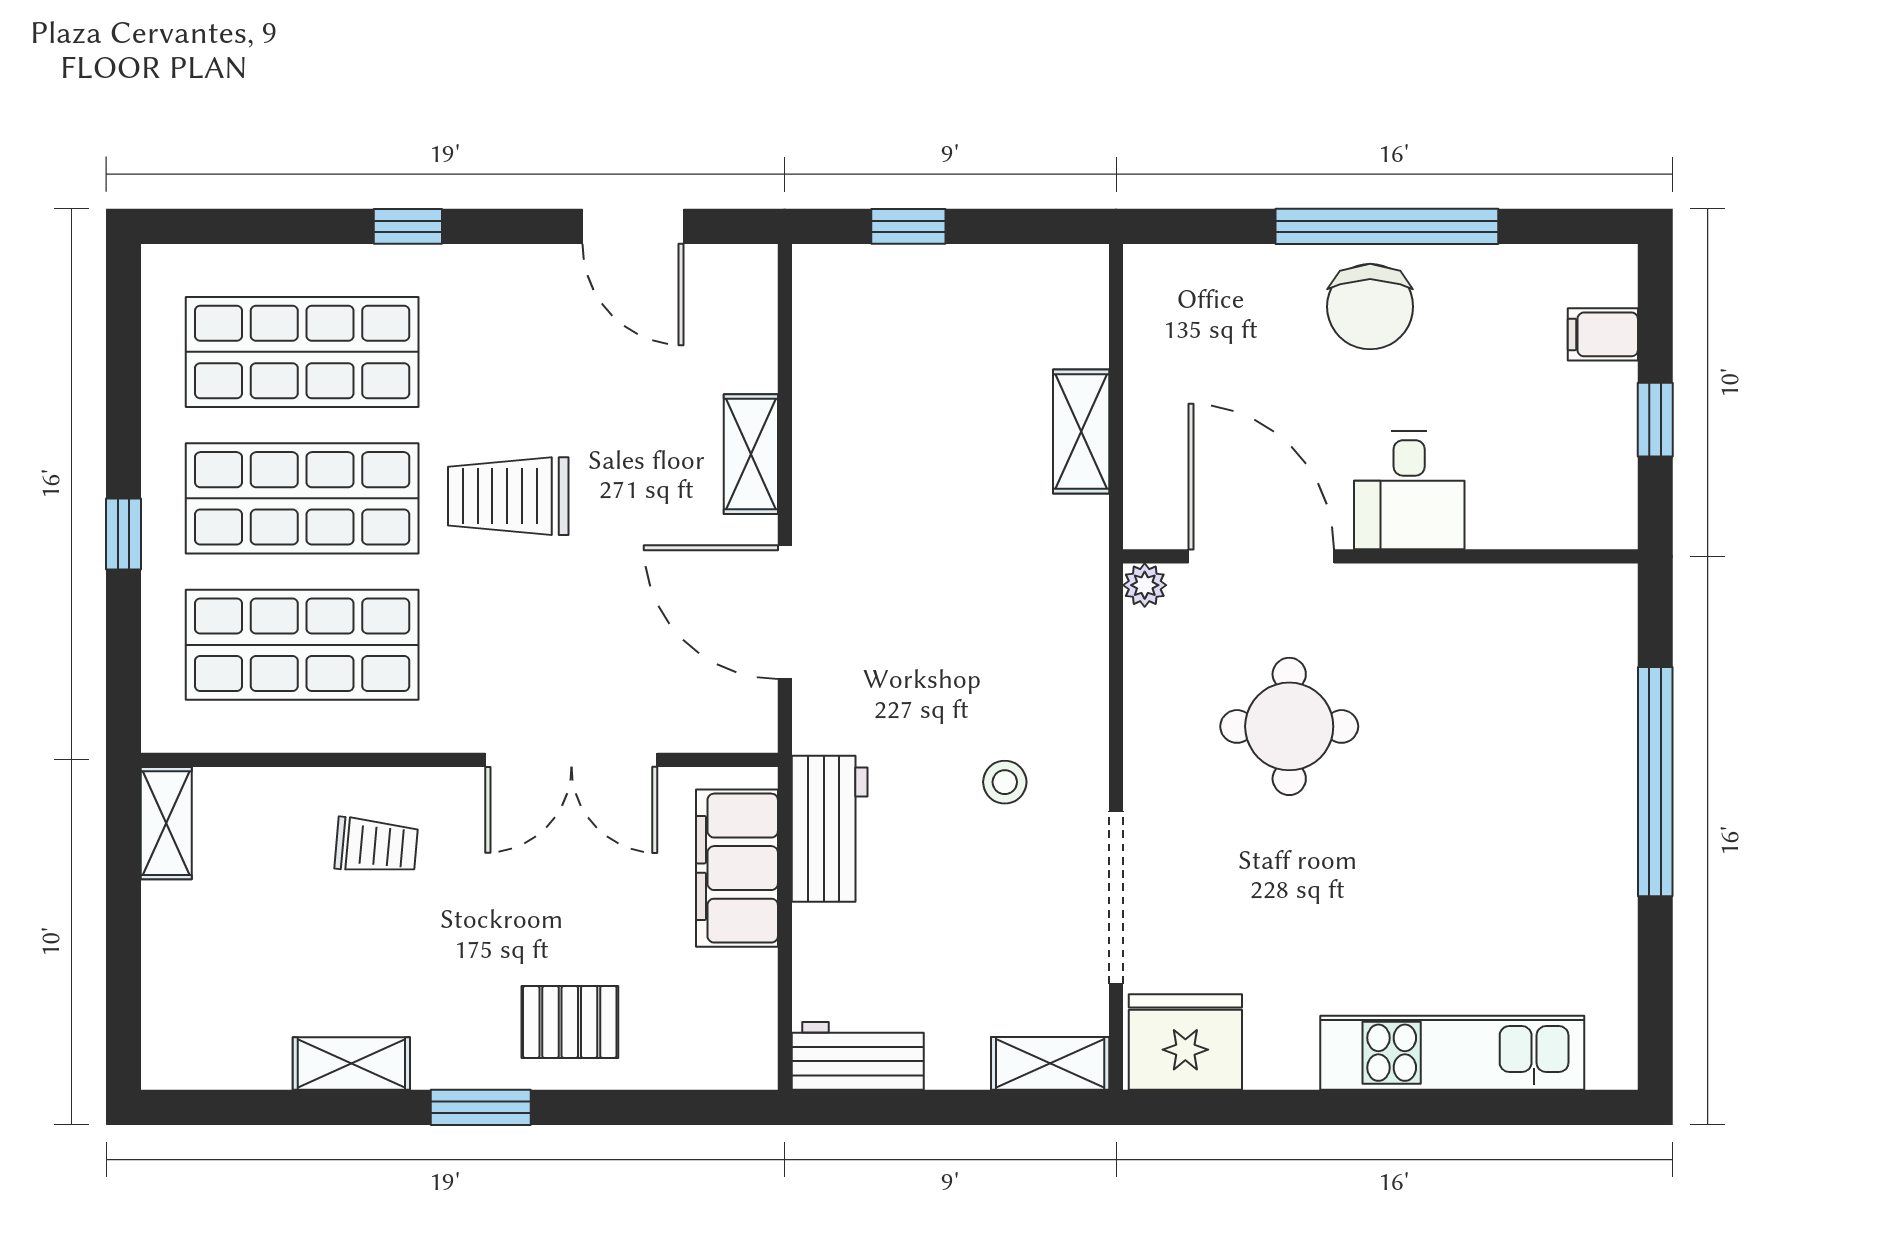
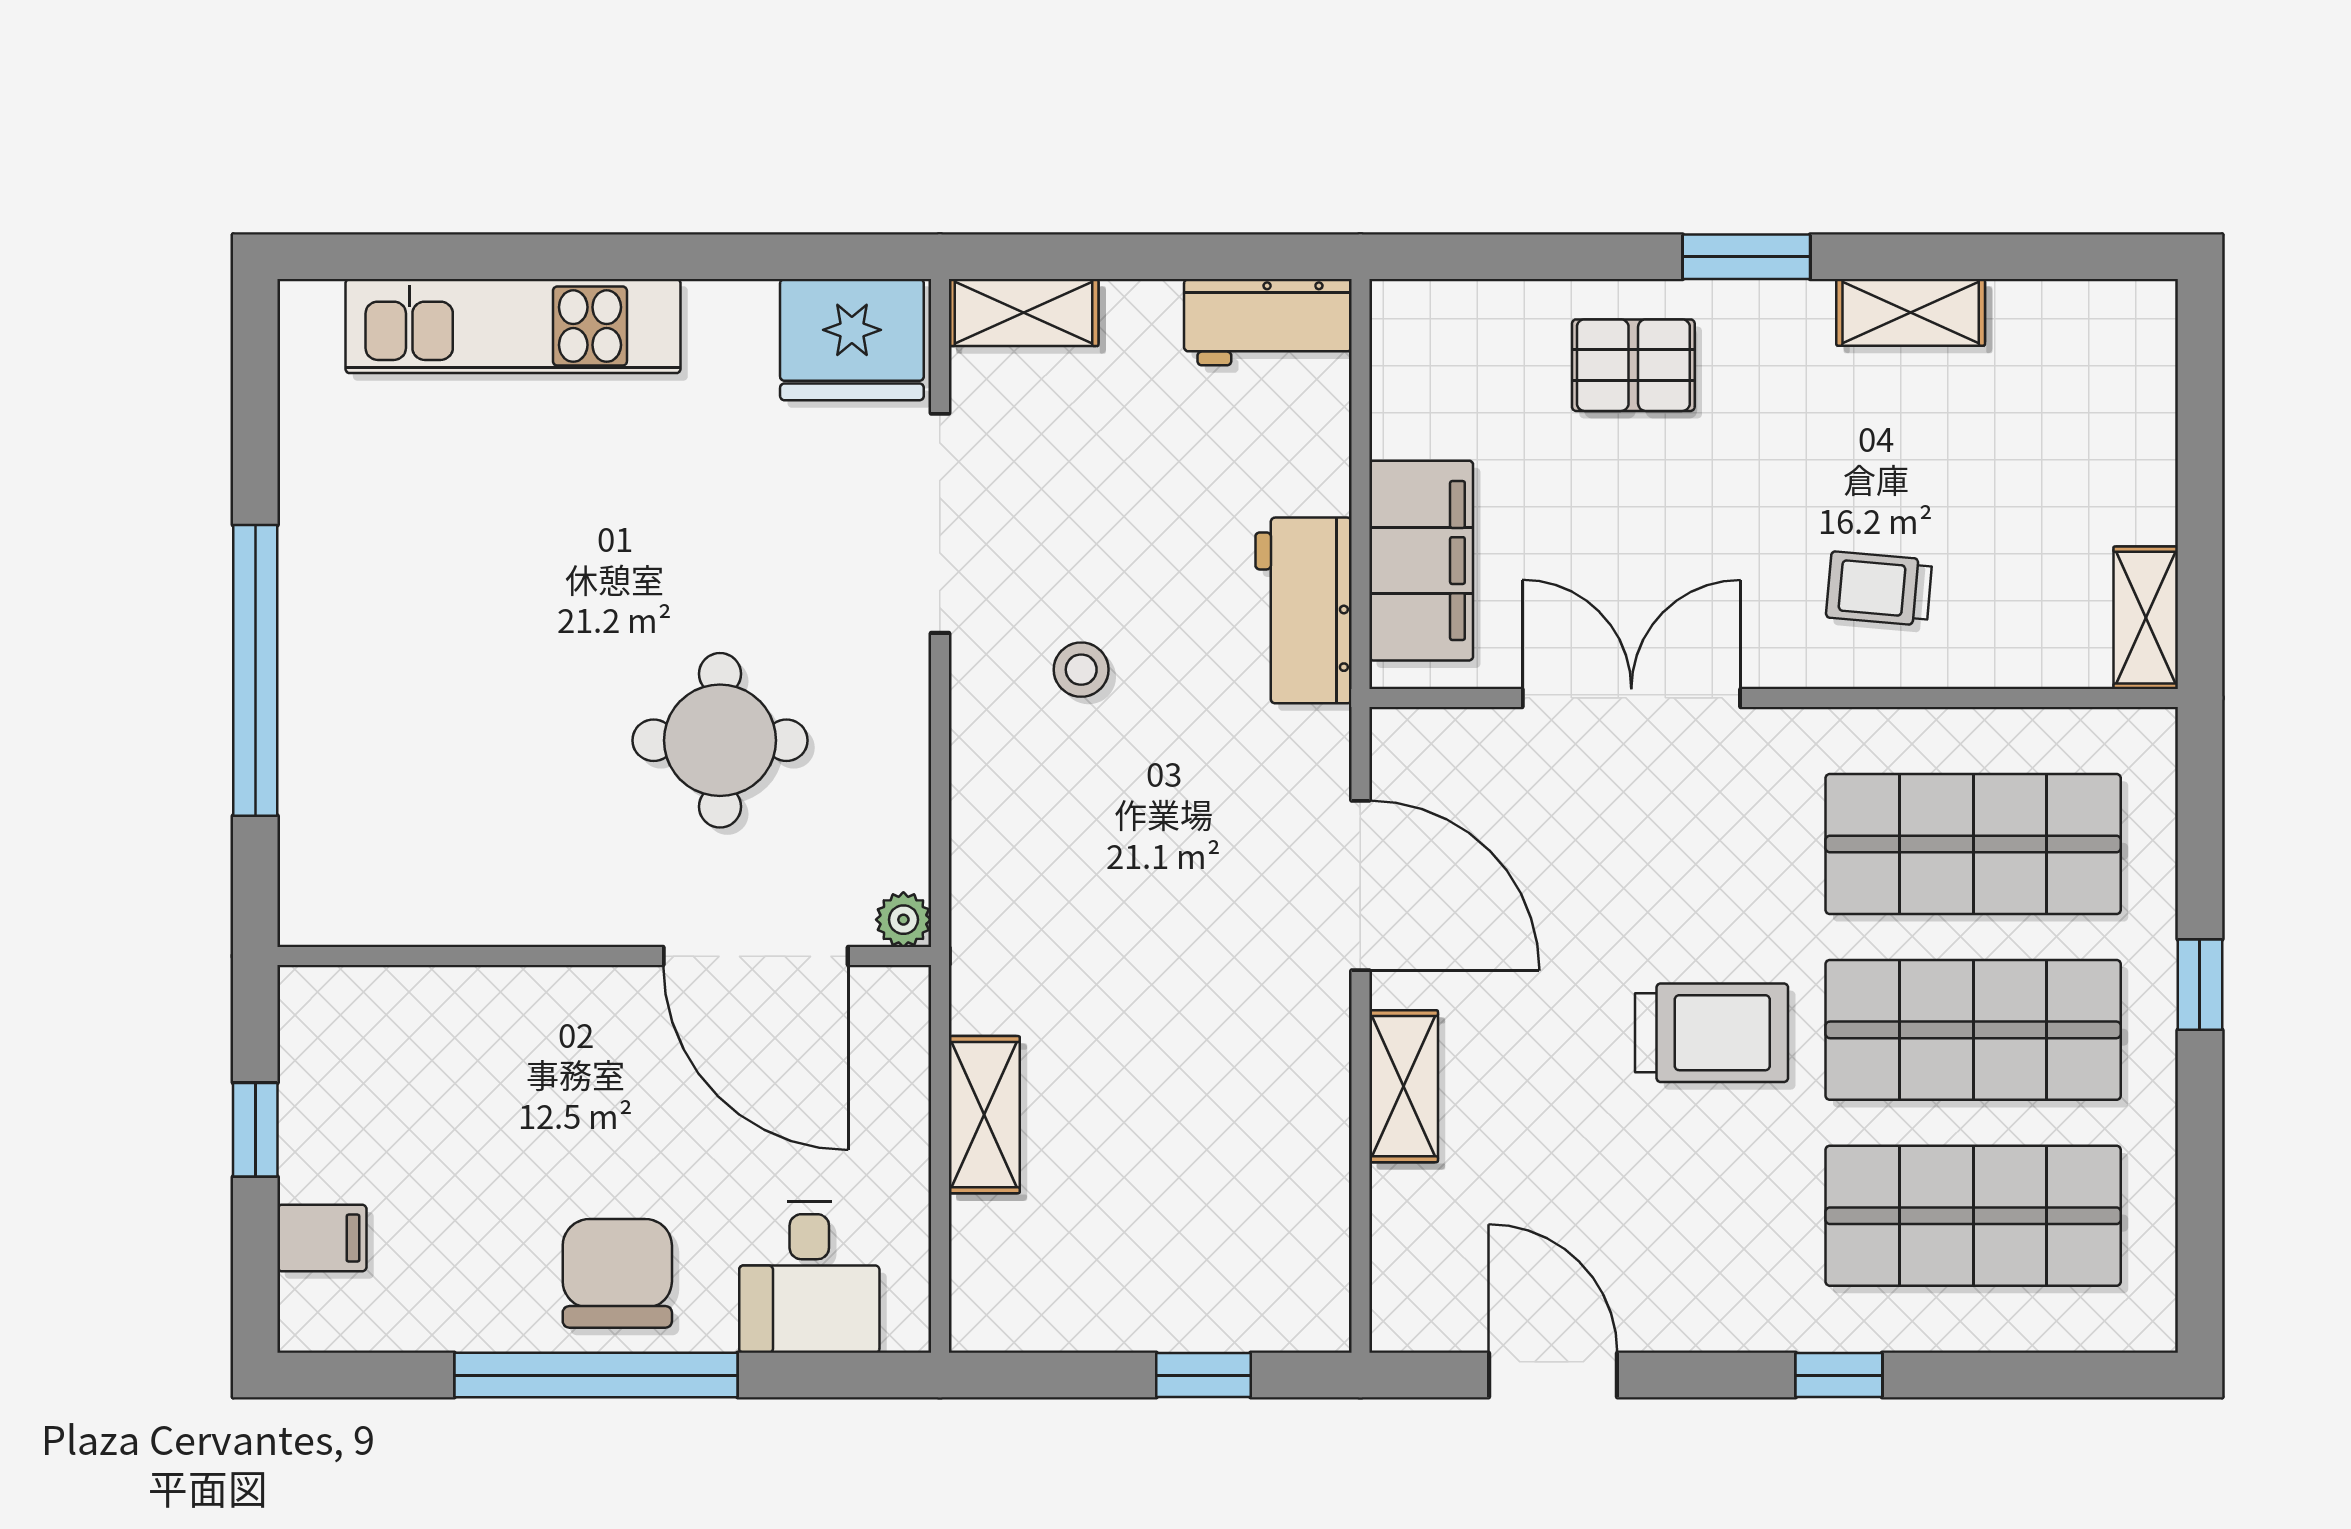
desk: (1409, 490) -> (809, 1277), moved, turned 180

